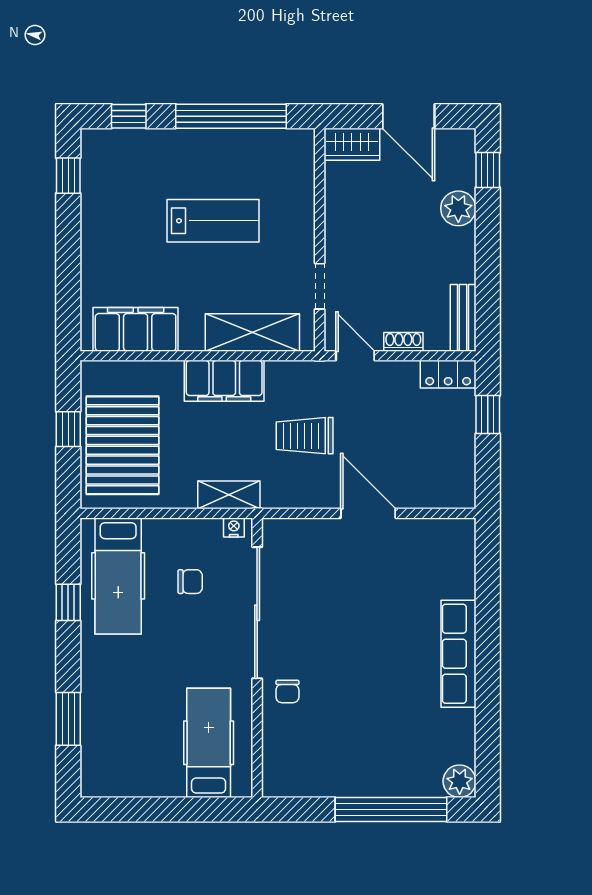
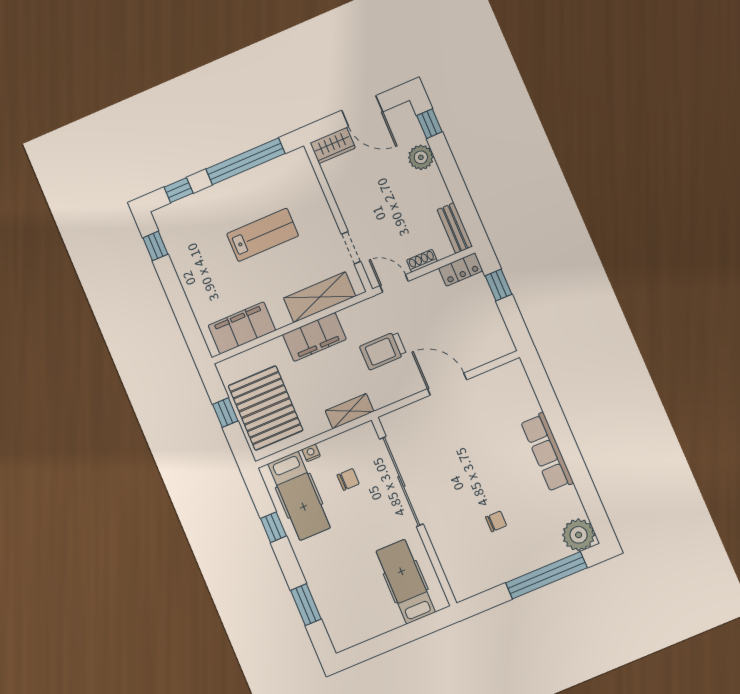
nightstand: (234, 528) -> (311, 453), moved
chair: (287, 691) -> (496, 521), moved, turned -90
plant: (460, 781) -> (579, 535), width x1.36, depth x1.36

